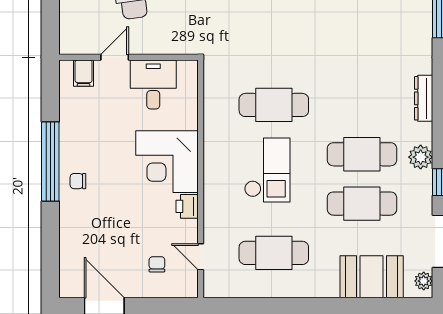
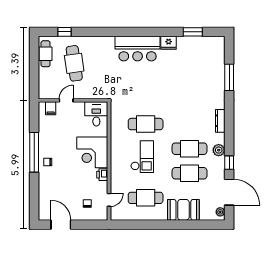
desk: (153, 84) -> (96, 114), moved
door: (201, 257) -> (109, 200), swing flipped
booth: (372, 277) -> (183, 210), moved

